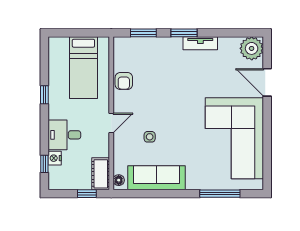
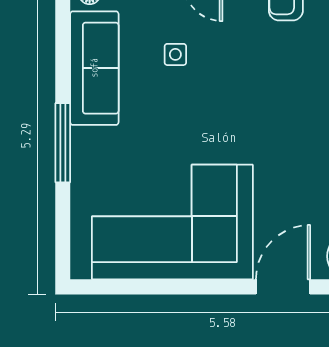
window: (220, 194) -> (63, 143), moved

